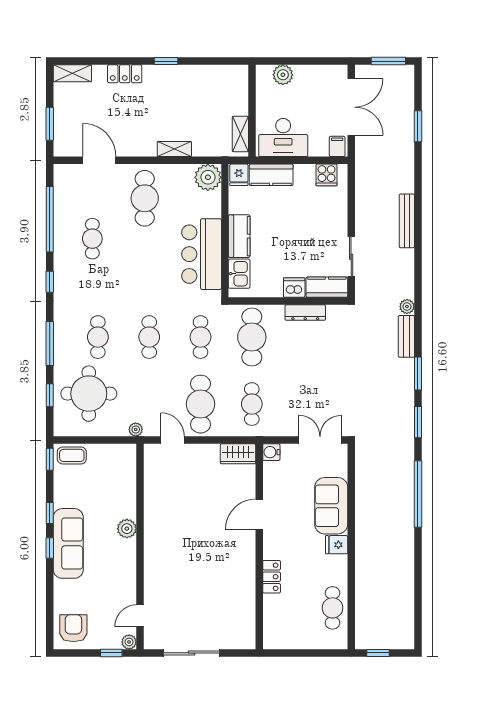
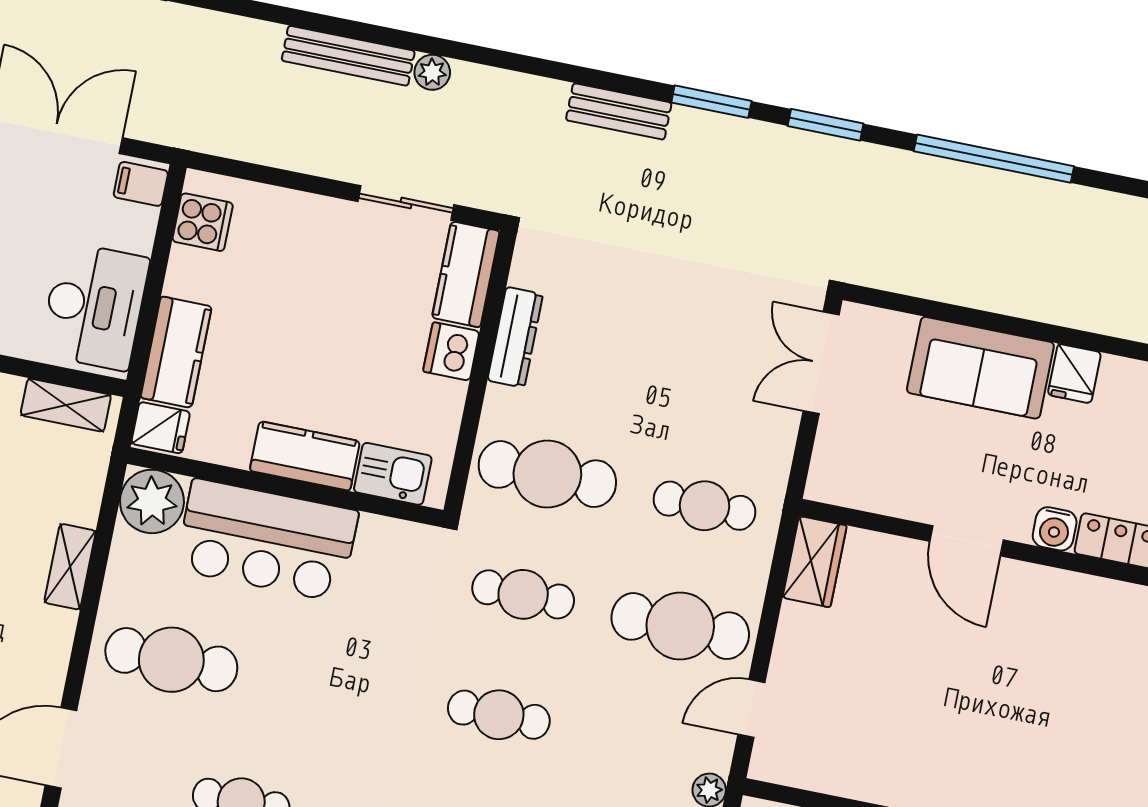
bar counter: (202, 254) -> (267, 540), moved
plant: (407, 307) -> (432, 72), moved
water cooler: (271, 452) -> (1055, 529), moved

